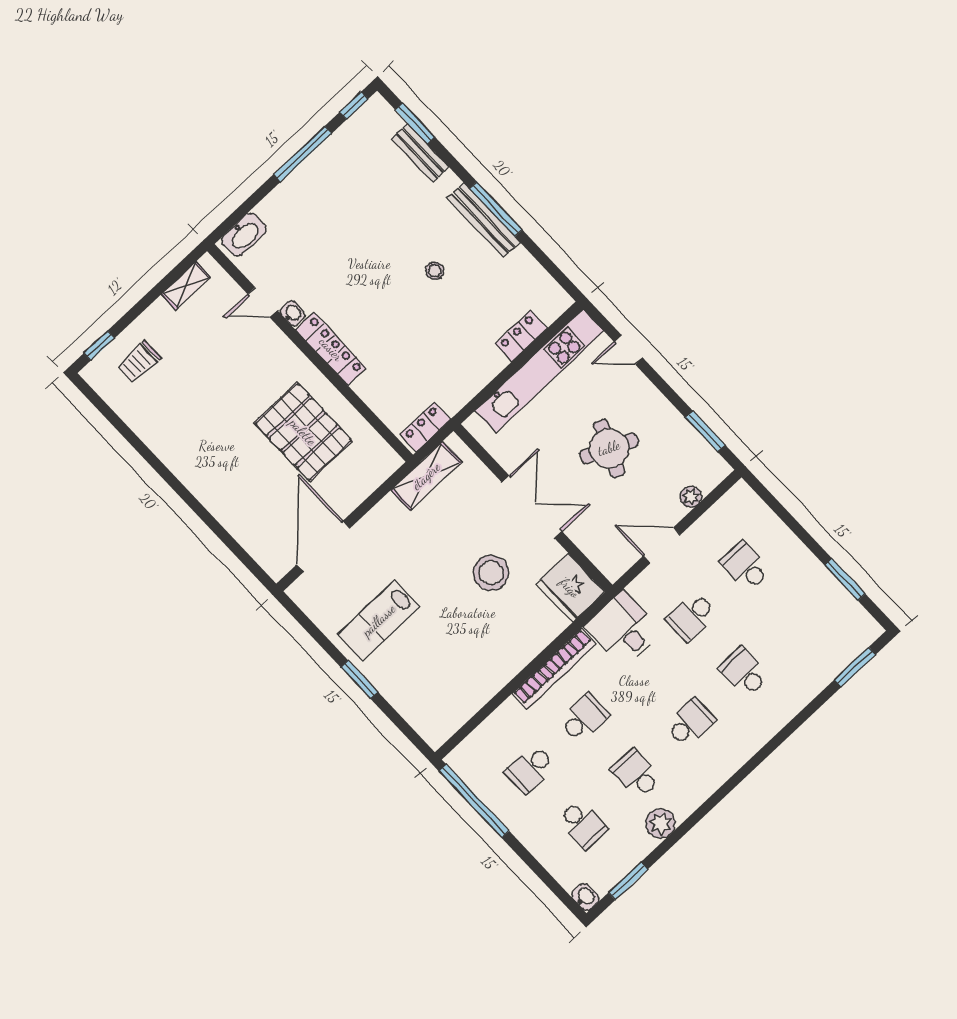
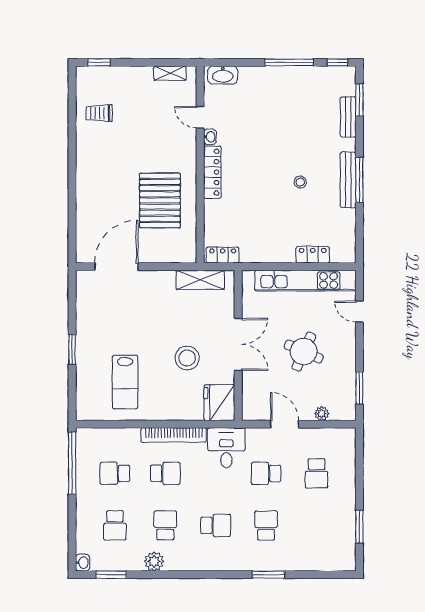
trolley: (139, 362) -> (99, 113), moved
school desk: (746, 566) -> (316, 473), turned 180
lab bench: (379, 620) -> (125, 382), moved, turned -90
window: (855, 667) -> (269, 575), moved

